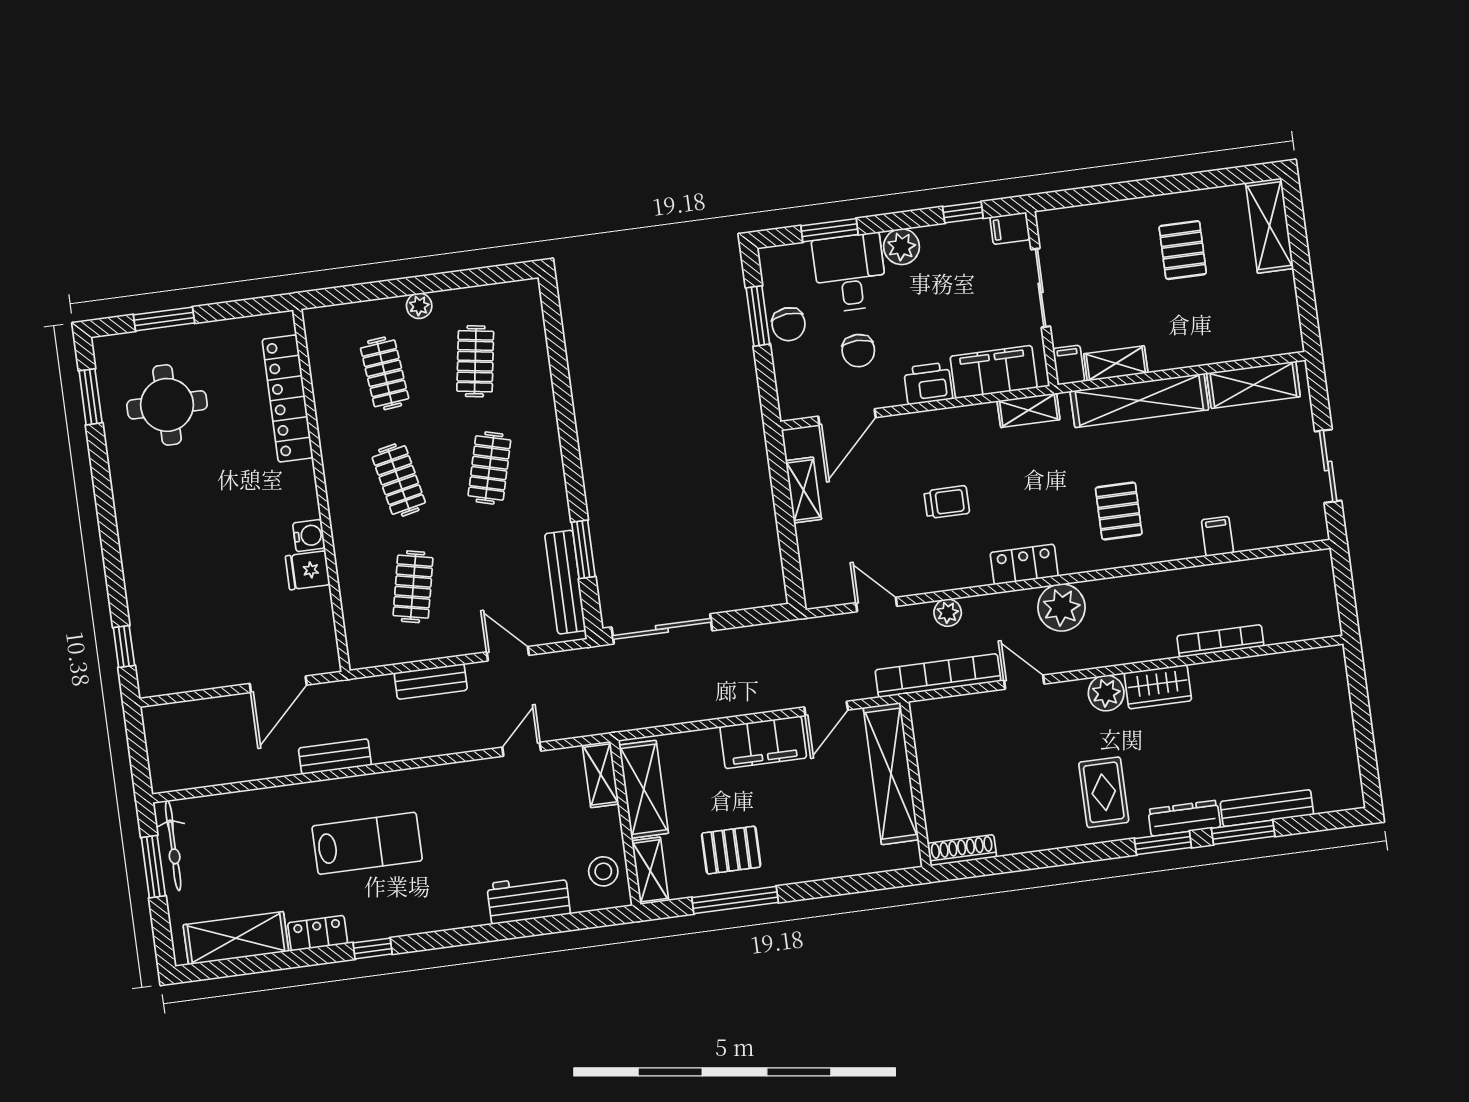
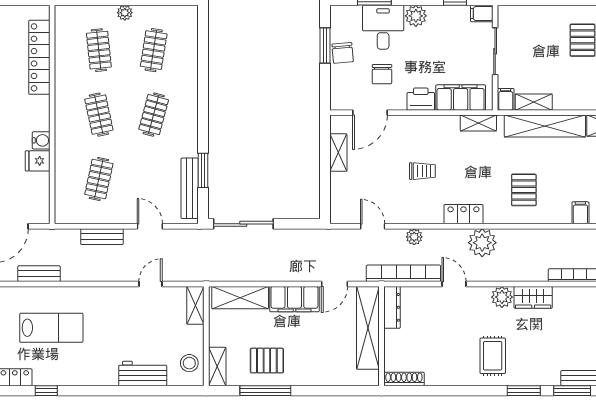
shelving: (644, 789) -> (240, 298), moved, turned 90
dresser: (1184, 818) -> (392, 307), moved, turned 90

